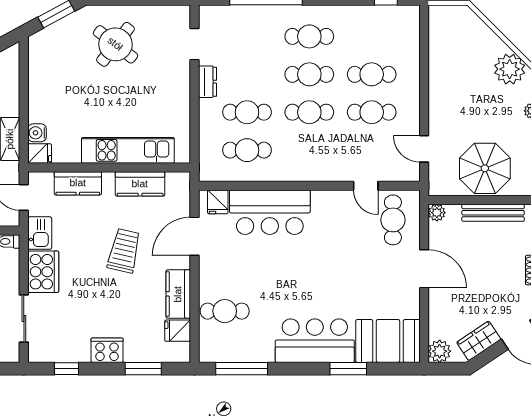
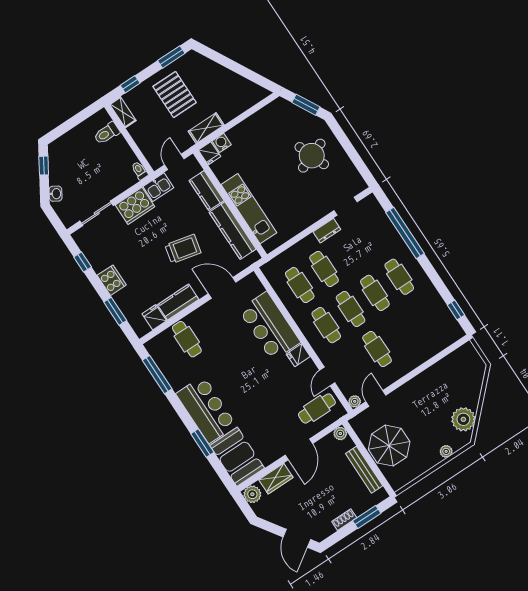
round table: (115, 44) -> (312, 156), turned 31
cafe table: (372, 74) -> (326, 325), moved
plant: (412, 174) -> (355, 401), added
kitchen counter: (140, 184) -> (233, 231), width x1.50
fridge: (218, 202) -> (298, 355), moved
wardrobe: (479, 341) -> (276, 479), moved, turned 124

